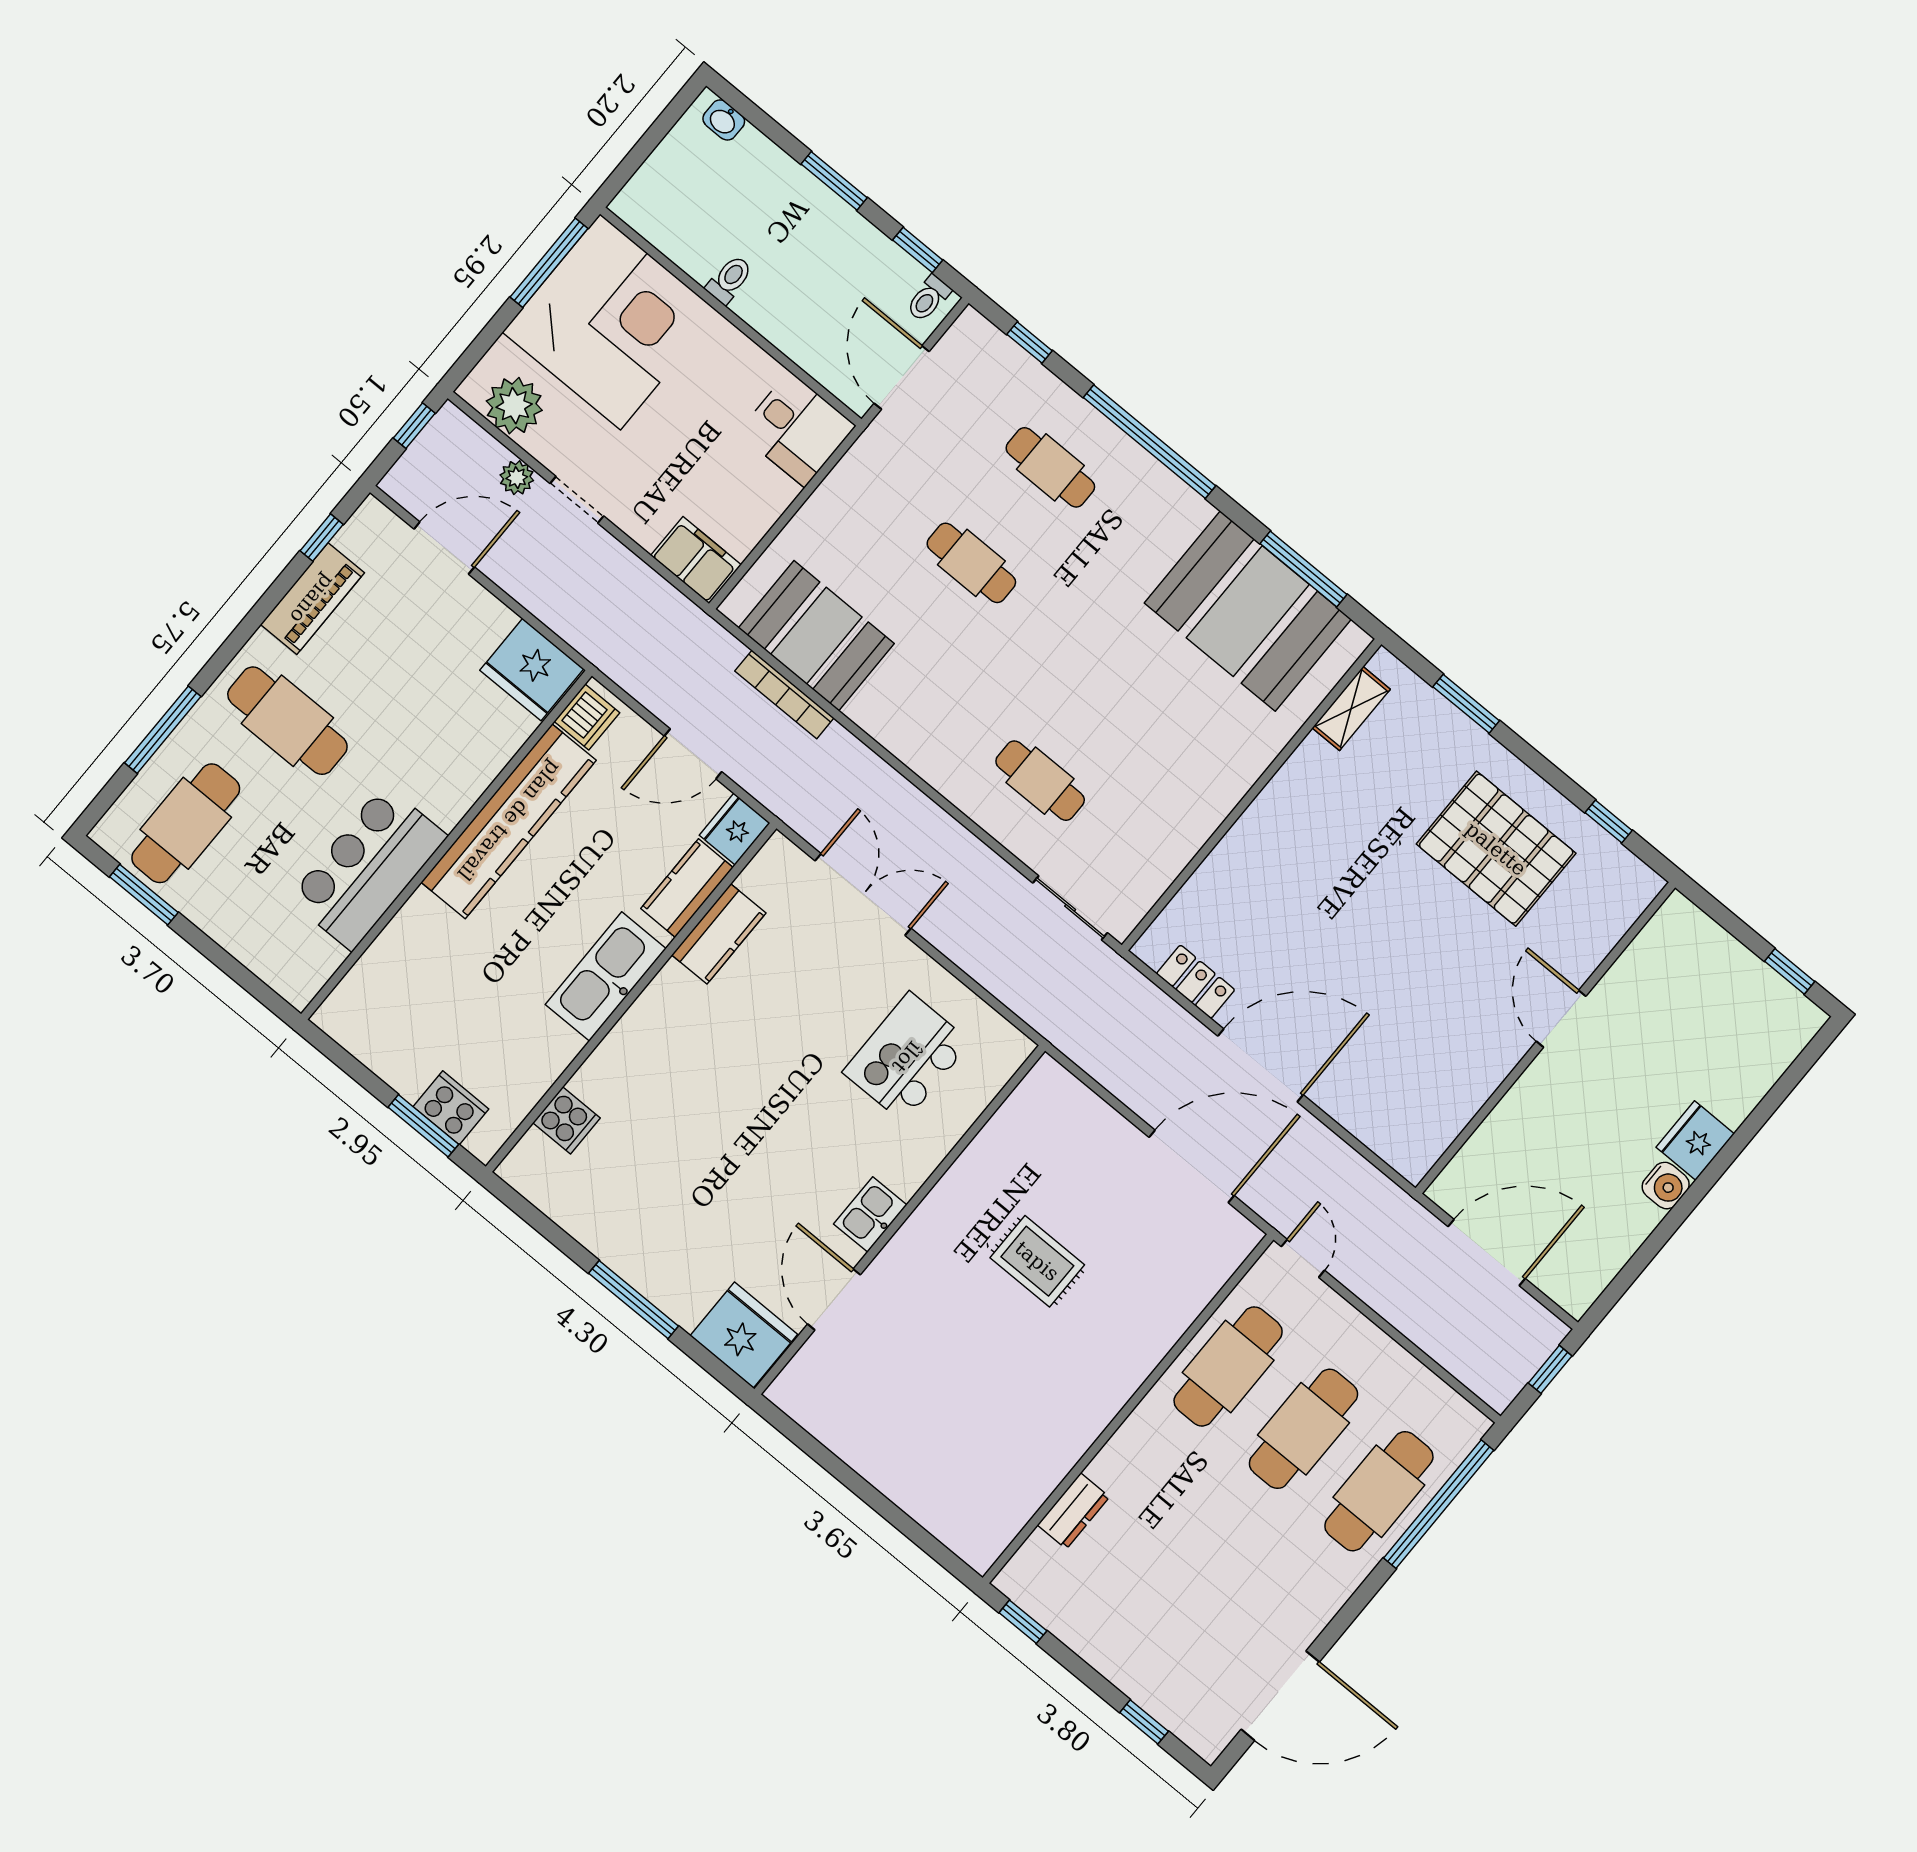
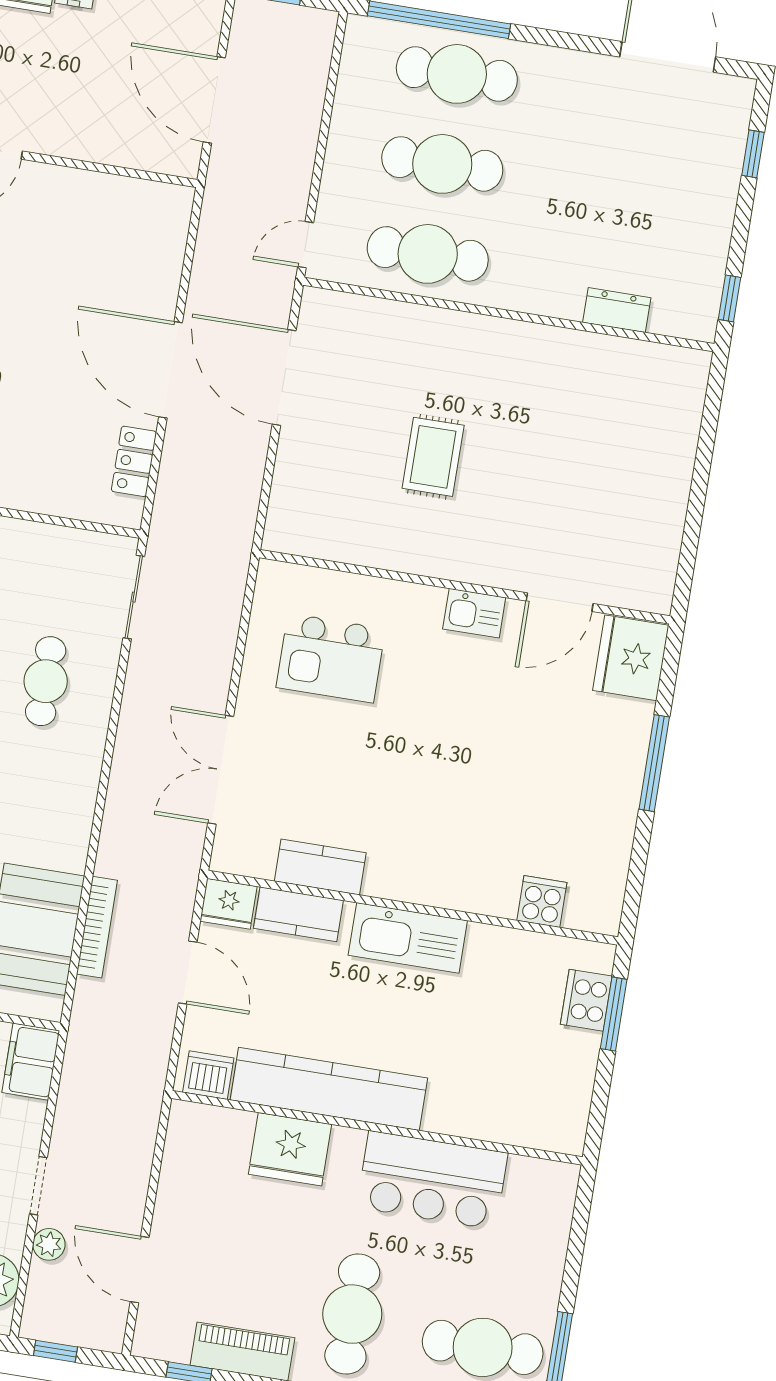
fridge: (532, 670) -> (290, 1149), moved, turned 90

